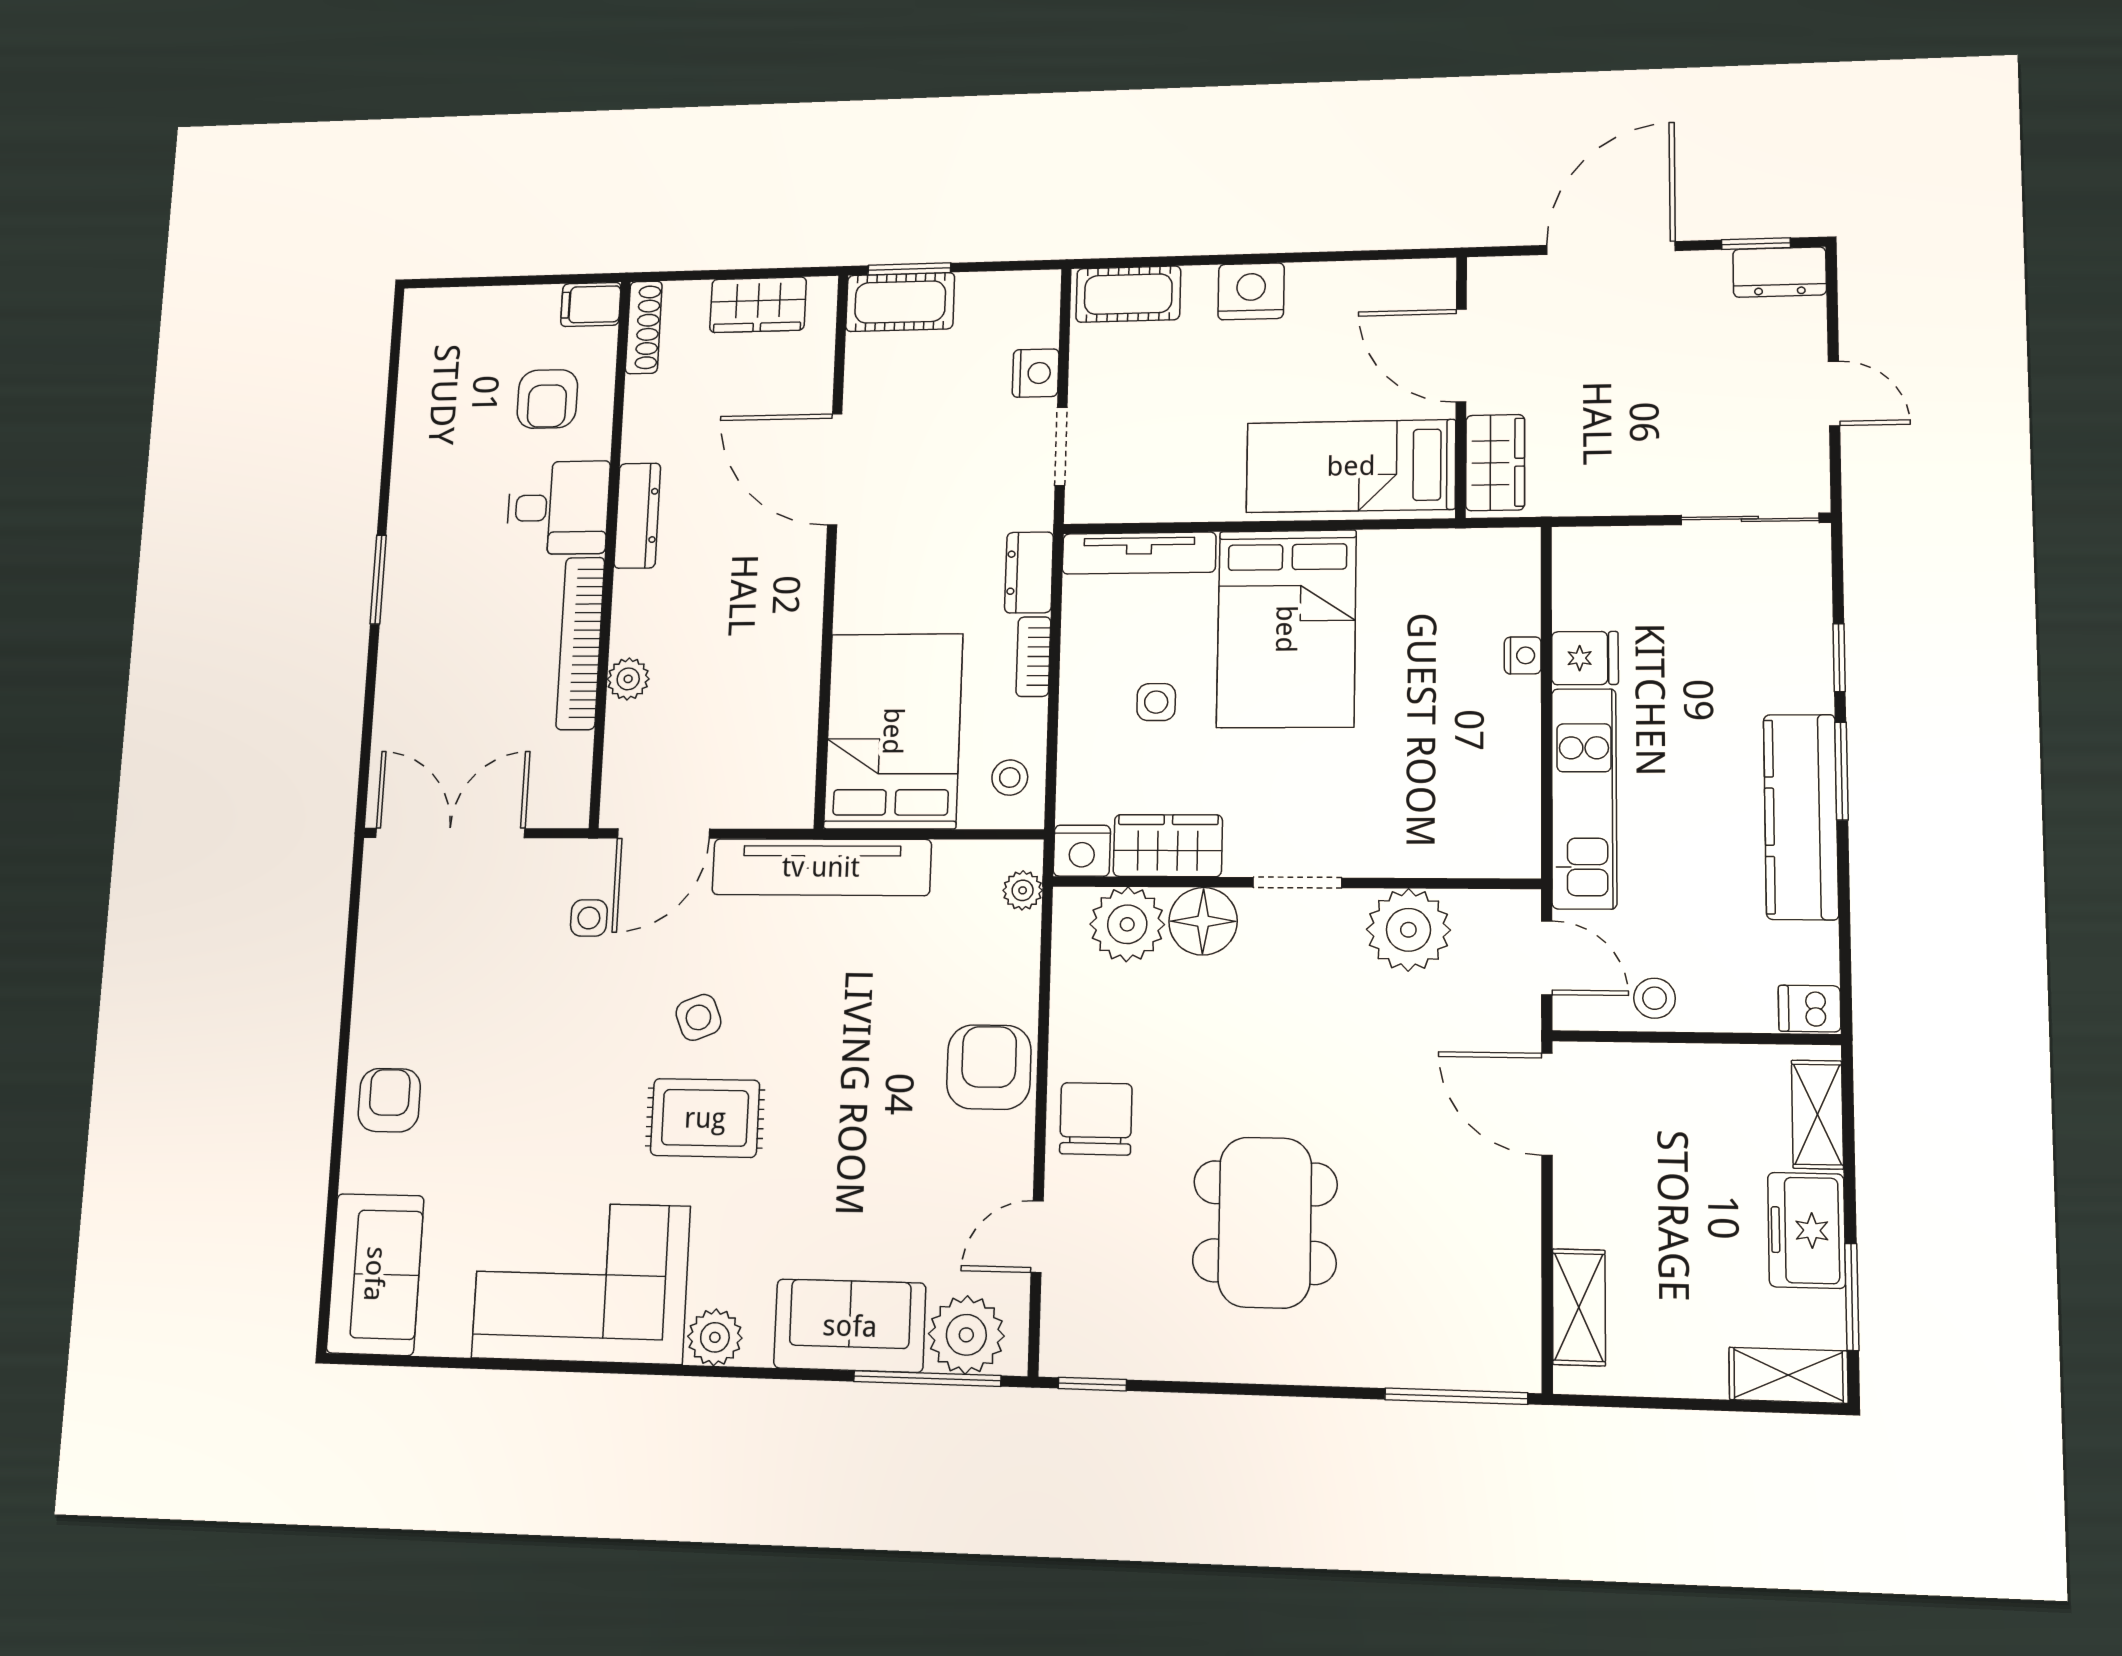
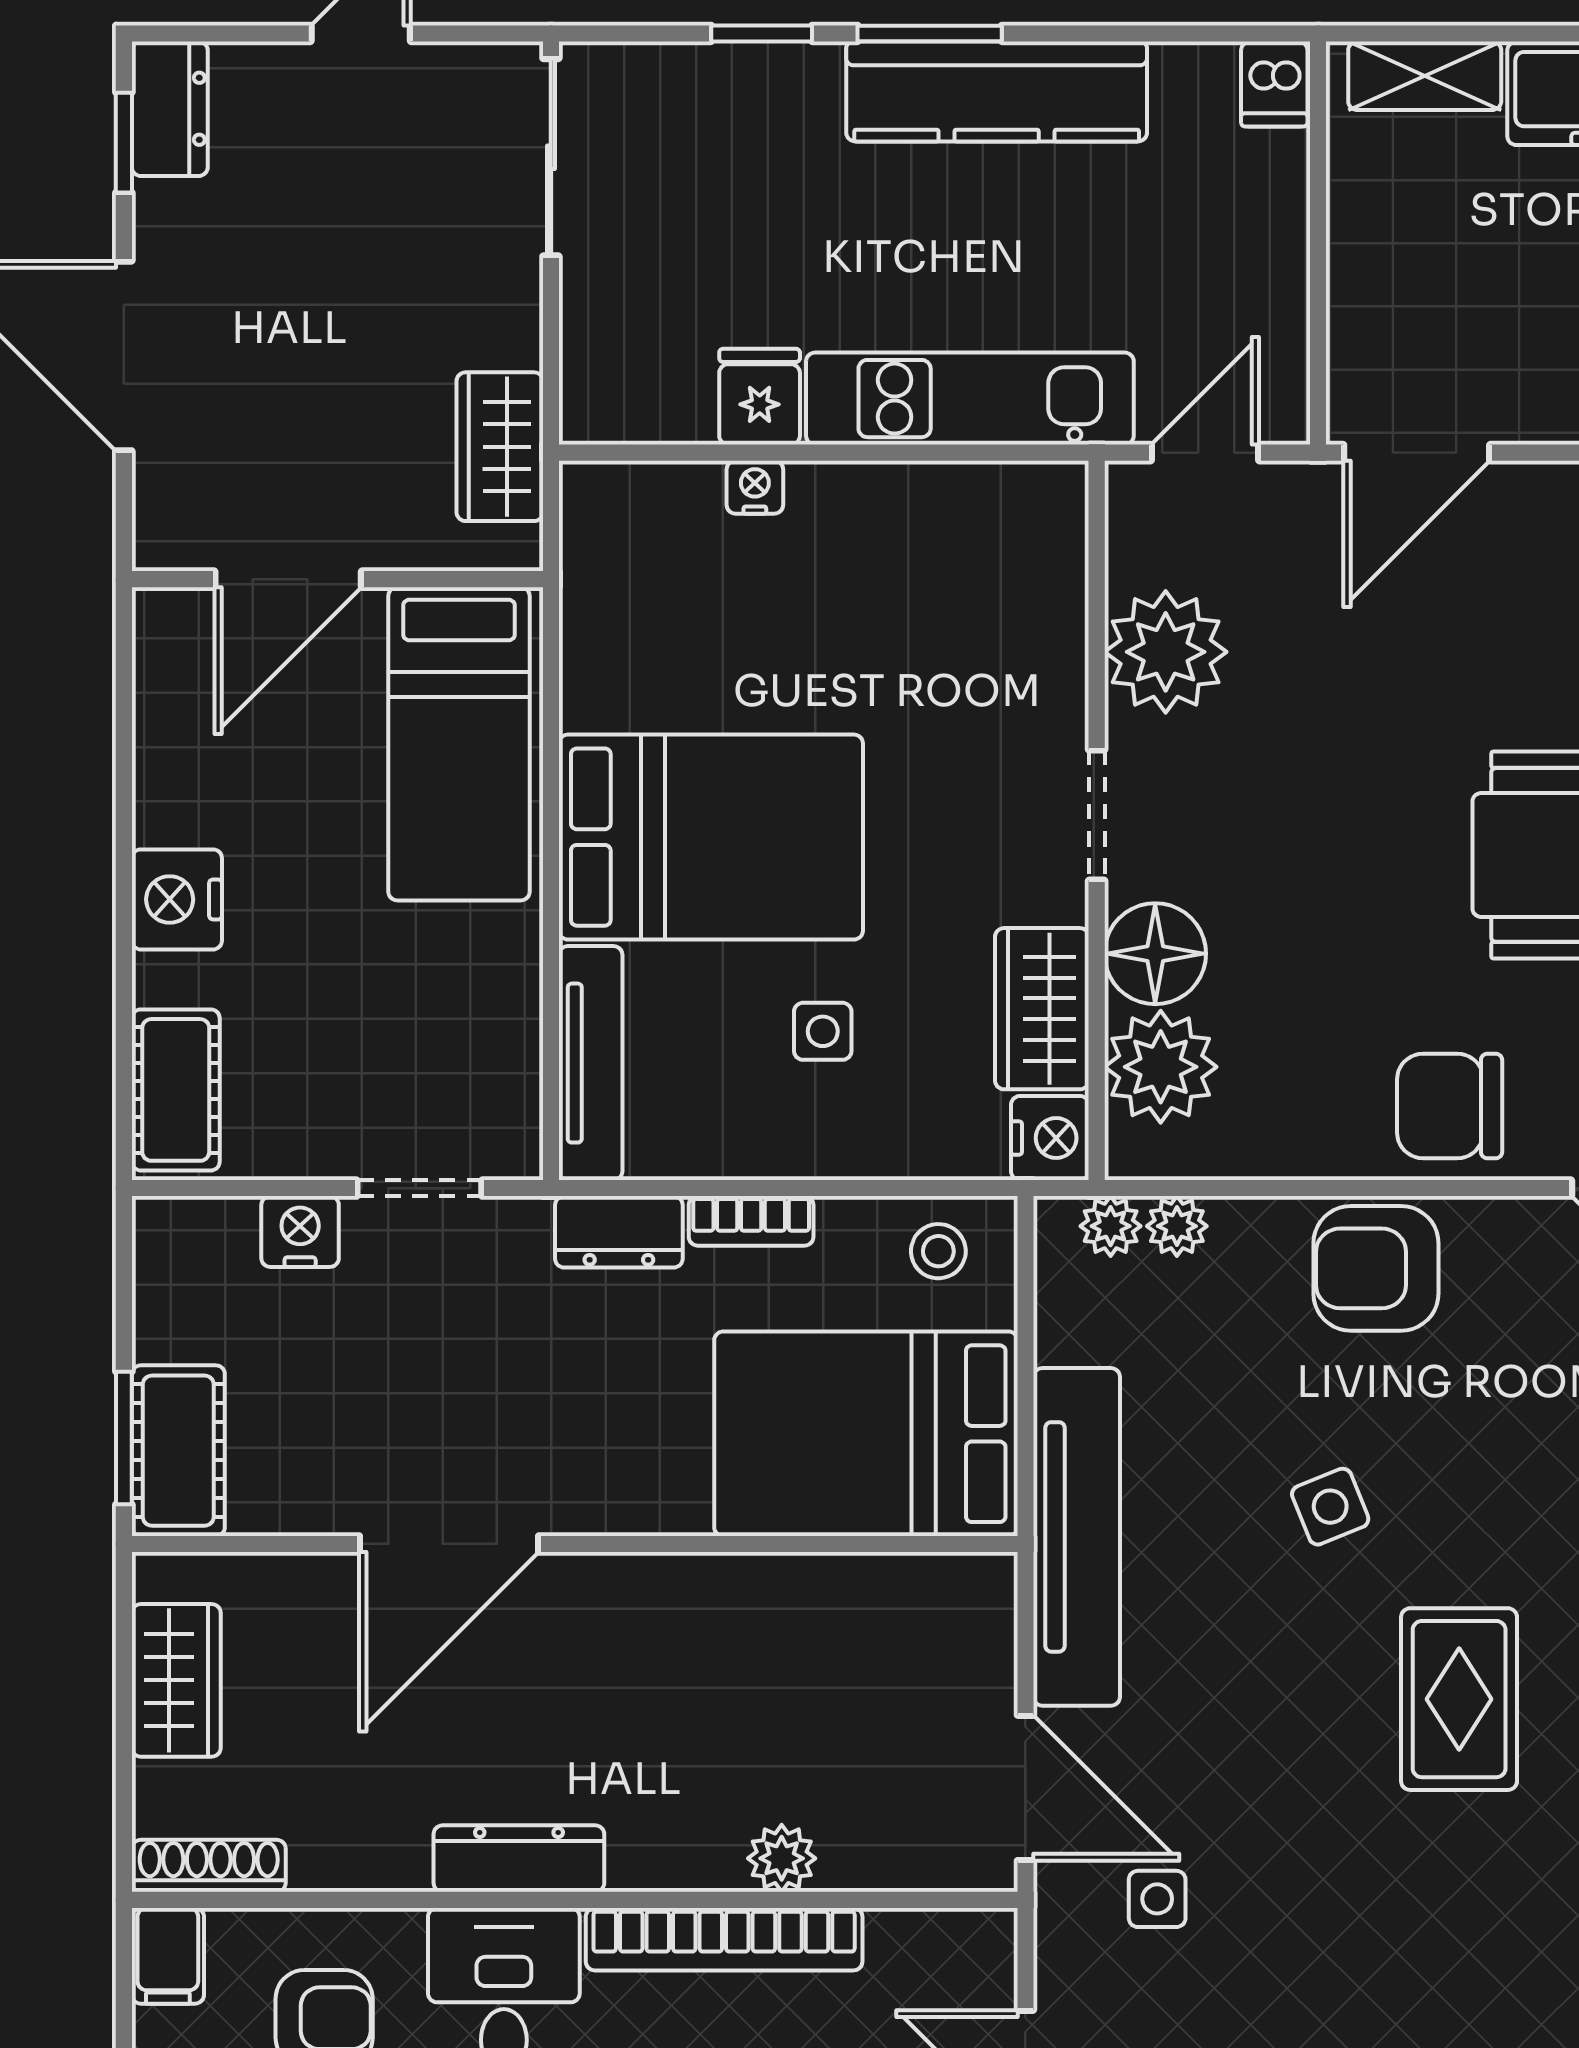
wardrobe: (1495, 463) -> (500, 447), moved, turned -90
plant: (1021, 934) -> (1177, 1226), added
stool: (1655, 998) -> (1262, 300), removed
side table: (698, 1017) -> (1330, 1507), moved

